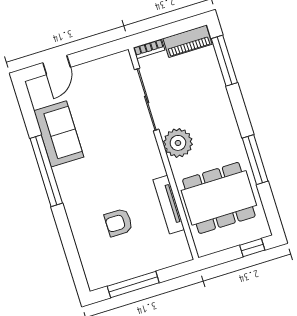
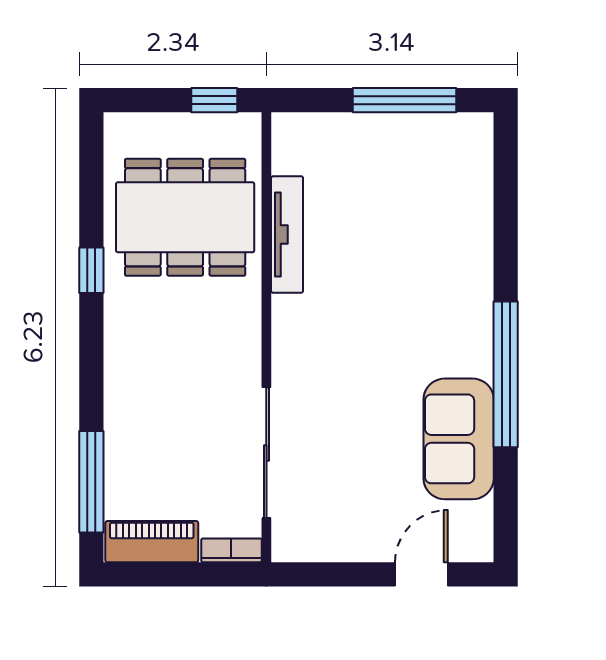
plant: (178, 143) -> (232, 349), removed
window: (255, 160) -> (91, 270), width x0.46
armchair: (119, 222) -> (396, 230), removed
window: (252, 248) -> (214, 100), moved

